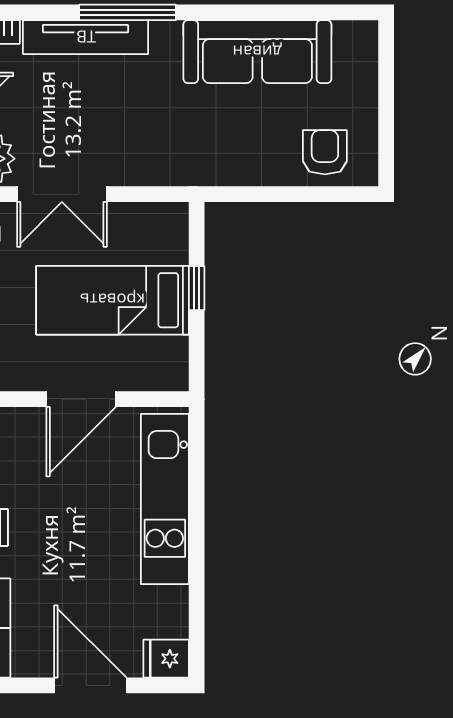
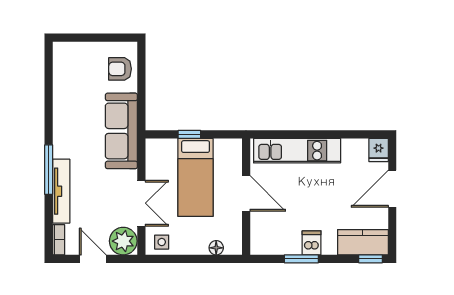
sofa: (257, 52) -> (121, 131), moved, turned 180

